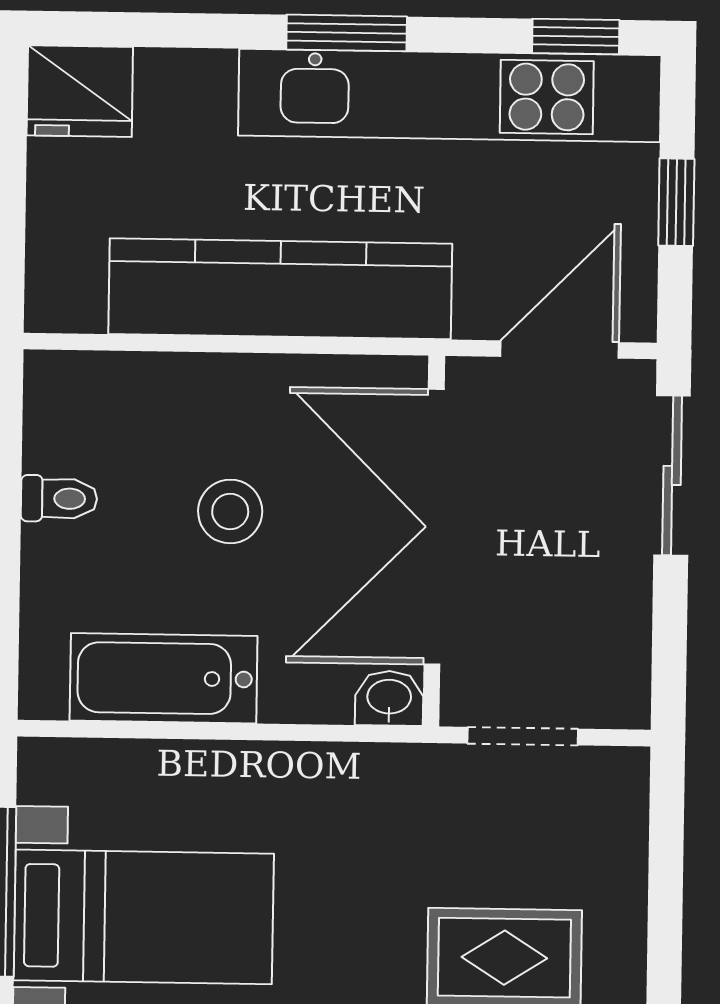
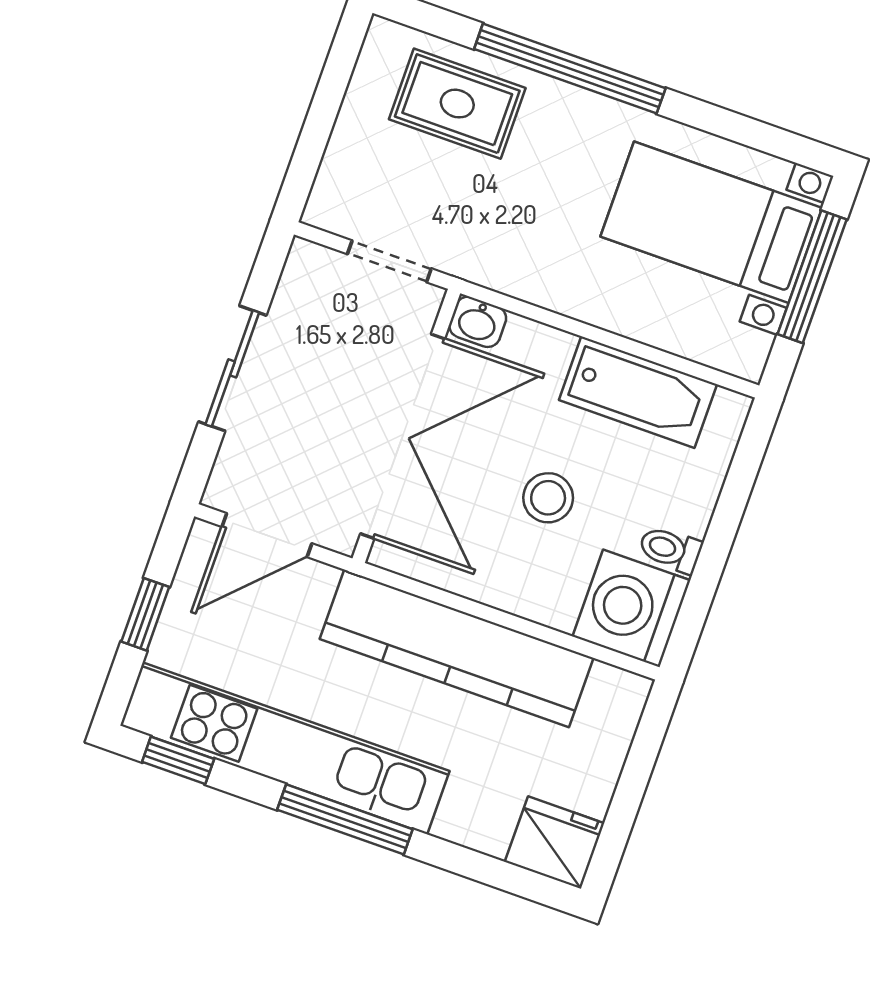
window: (347, 33) -> (345, 819), width x1.44
washing machine: (82, 410) -> (631, 608), added
sliding door: (672, 475) -> (232, 368), moved

